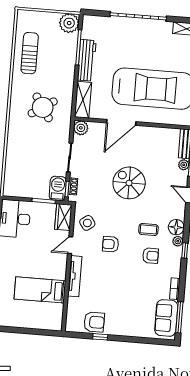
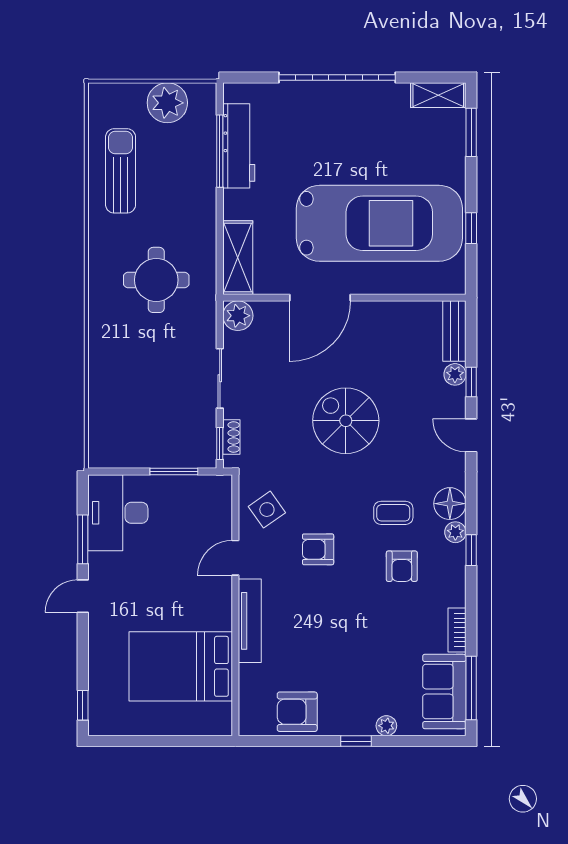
plant: (69, 23) -> (167, 103), moved
workbench: (87, 60) -> (239, 146), moved
round table: (43, 107) -> (156, 280), turned 33
barbecue: (58, 188) -> (200, 444), removed
wardrobe: (63, 217) -> (217, 502), removed
armchair: (150, 256) -> (402, 566), turned 90
bed: (40, 290) -> (181, 666), width x1.50
armchair: (94, 322) -> (297, 712), turned 180
plant: (137, 332) -> (386, 726), added
window: (100, 337) -> (356, 741), moved

